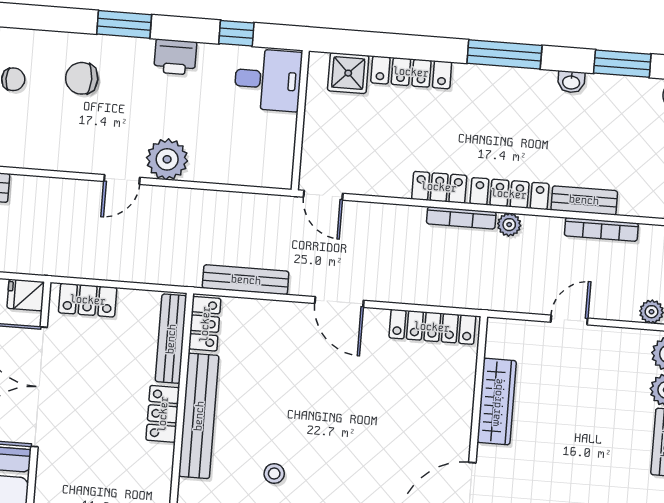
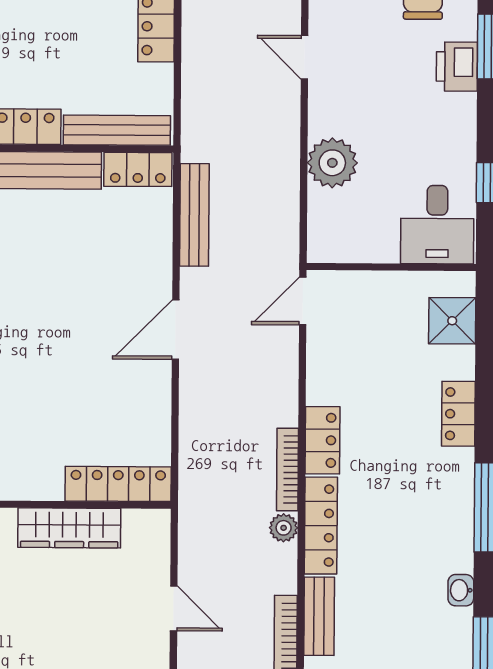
printer: (175, 57) -> (457, 67), moved
locker: (411, 72) -> (458, 414), width x0.66
plant: (167, 159) -> (332, 163), moved
locker: (432, 327) -> (118, 484), moved, turned 90

